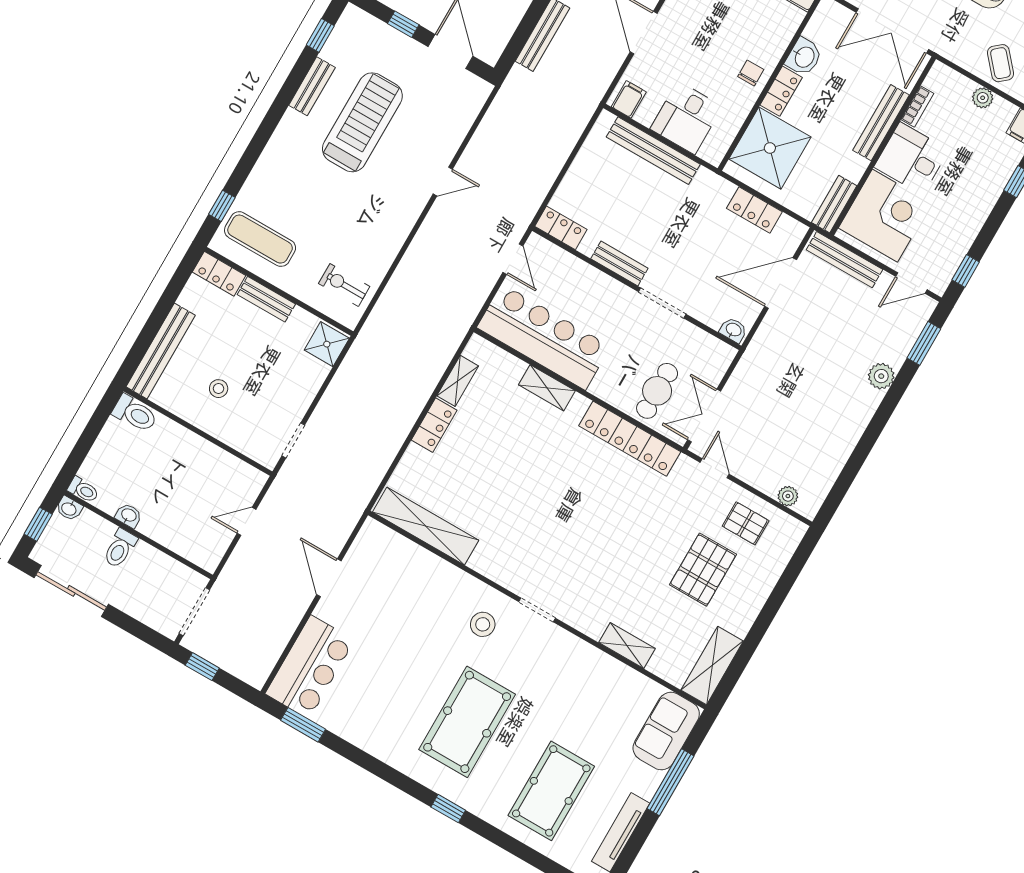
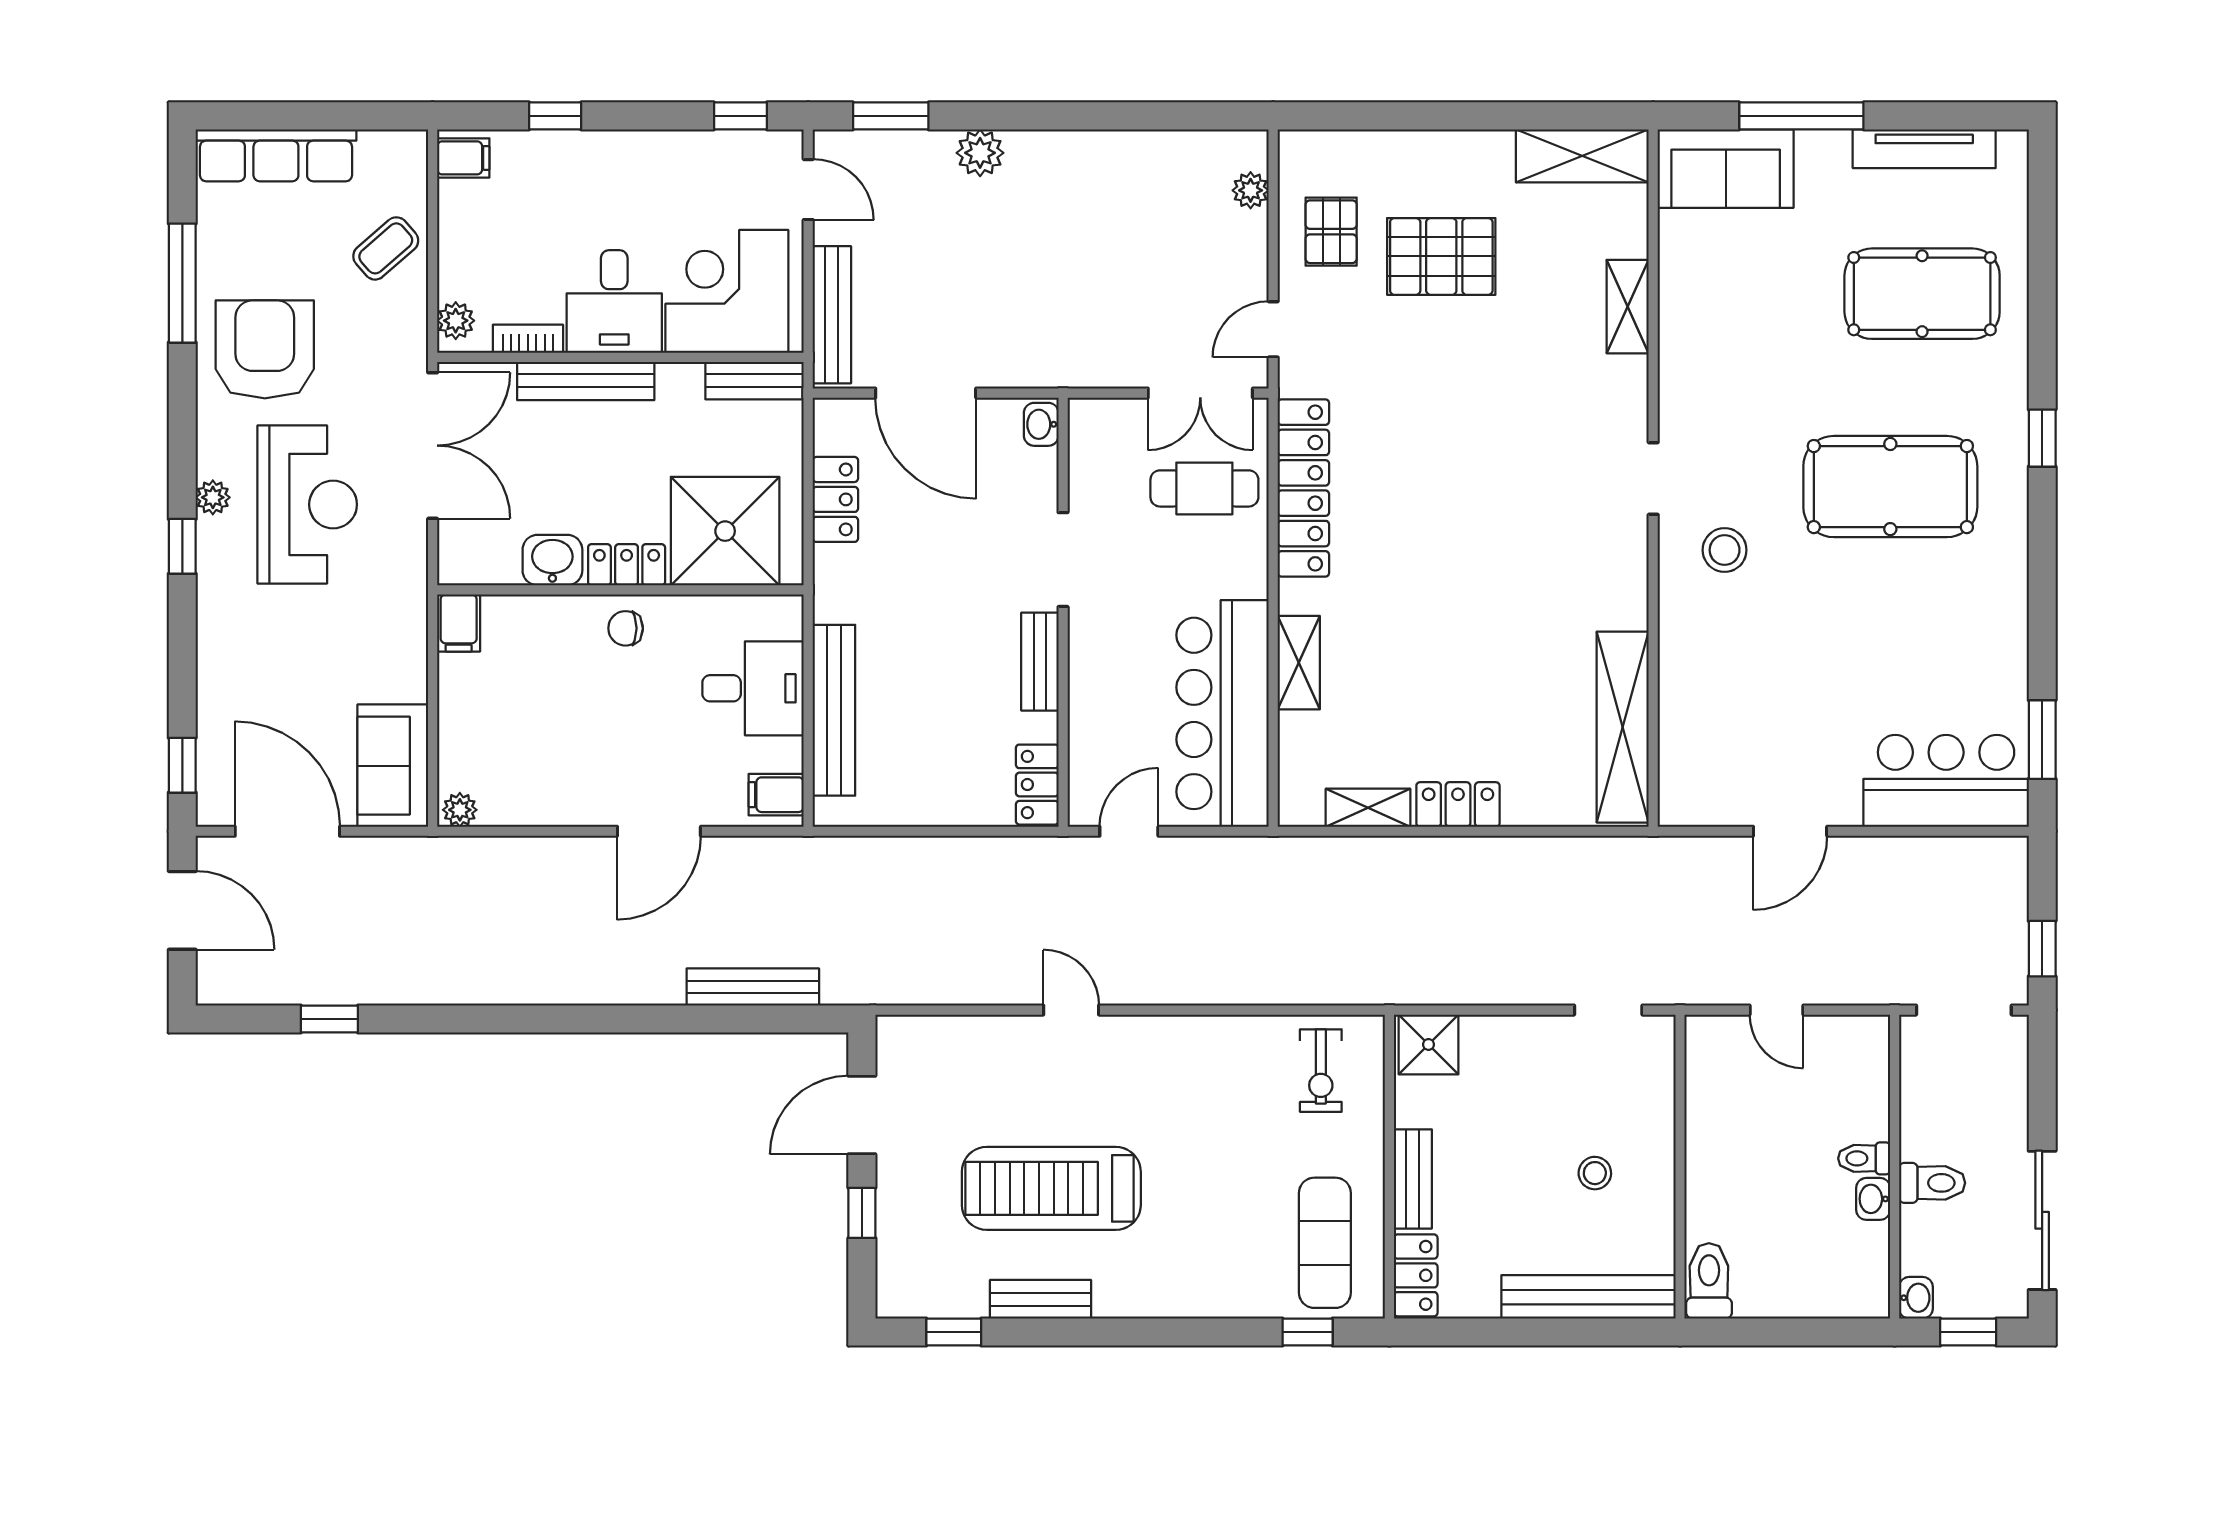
plant: (983, 98) -> (456, 321), moved
toilet: (83, 490) -> (1864, 1158), moved, turned -90

